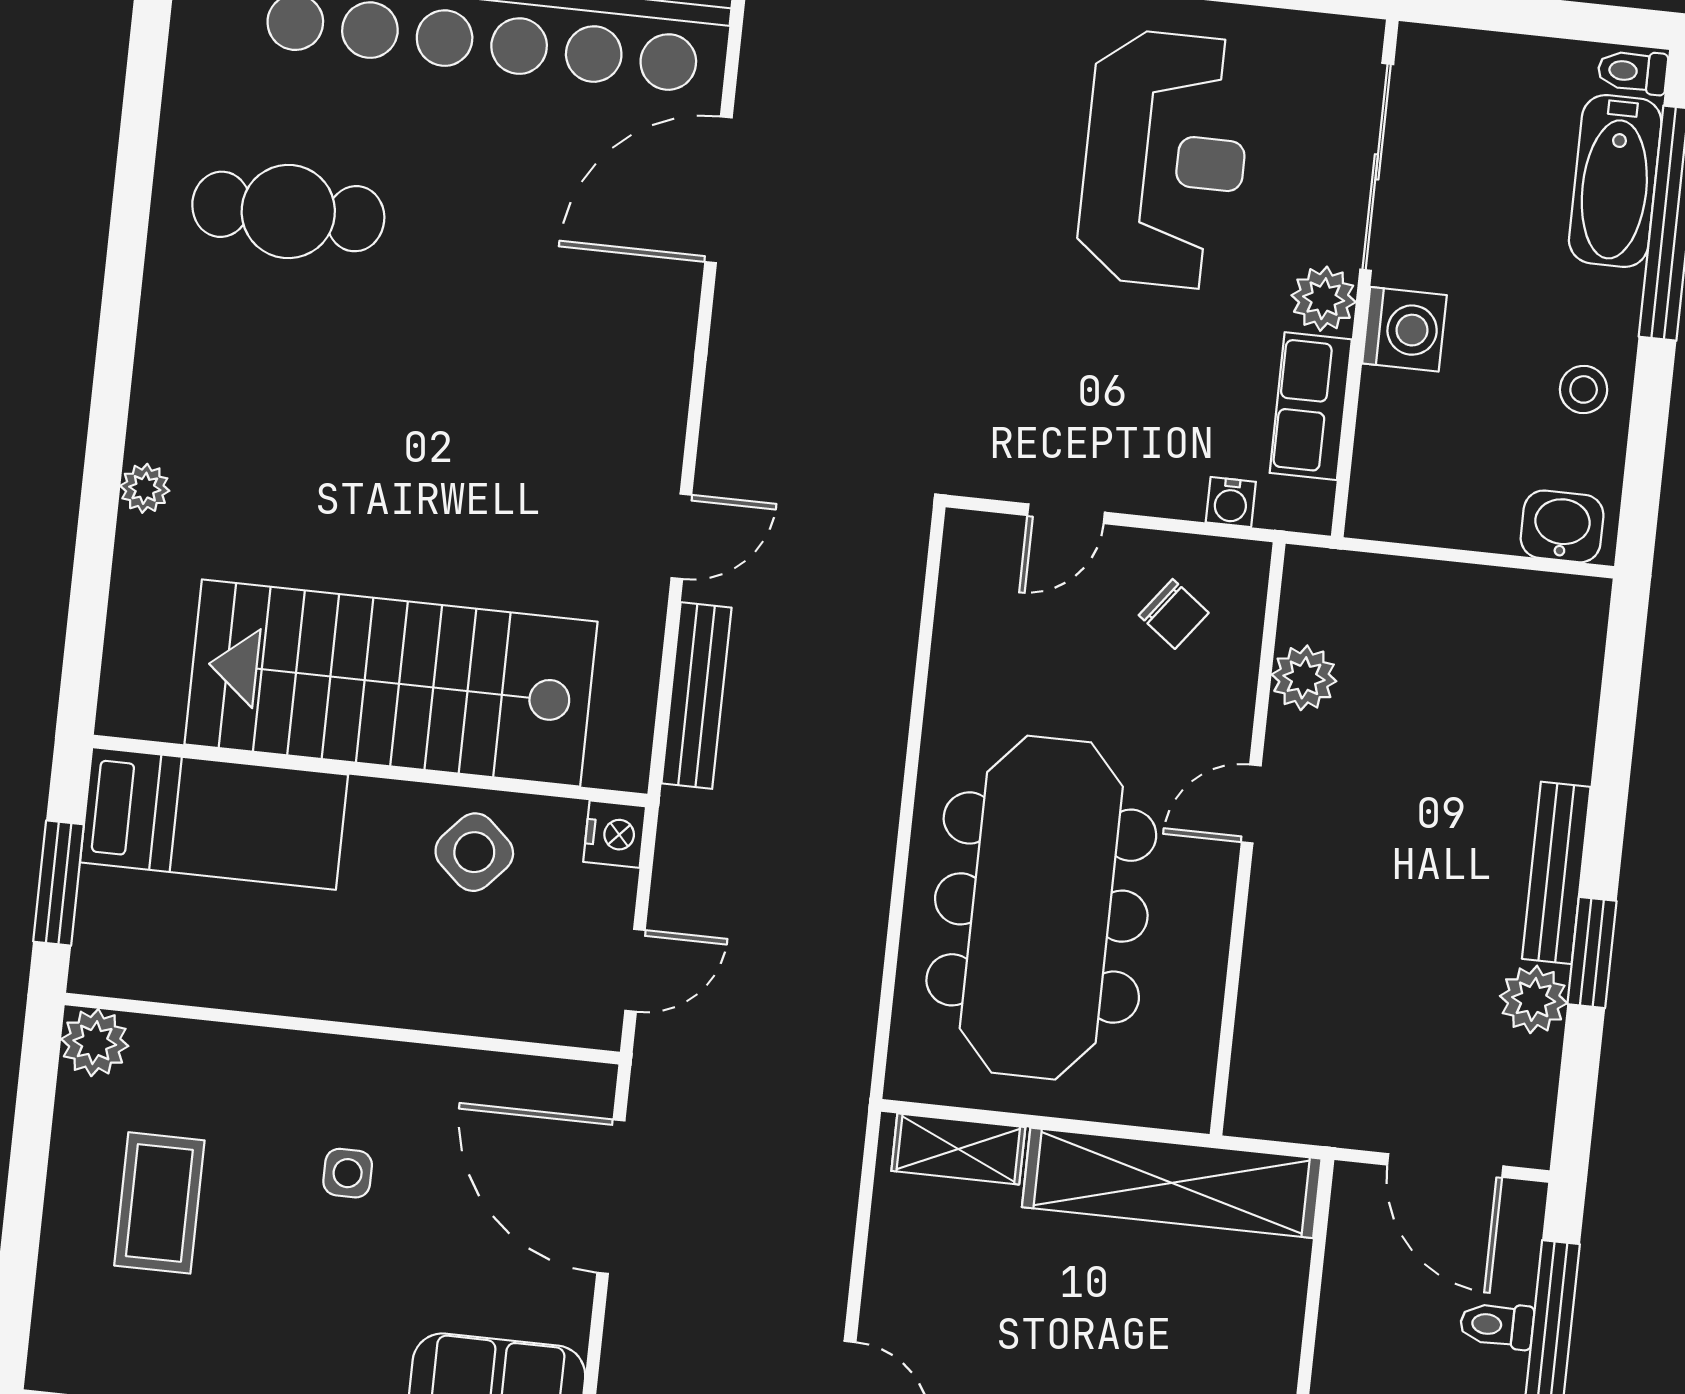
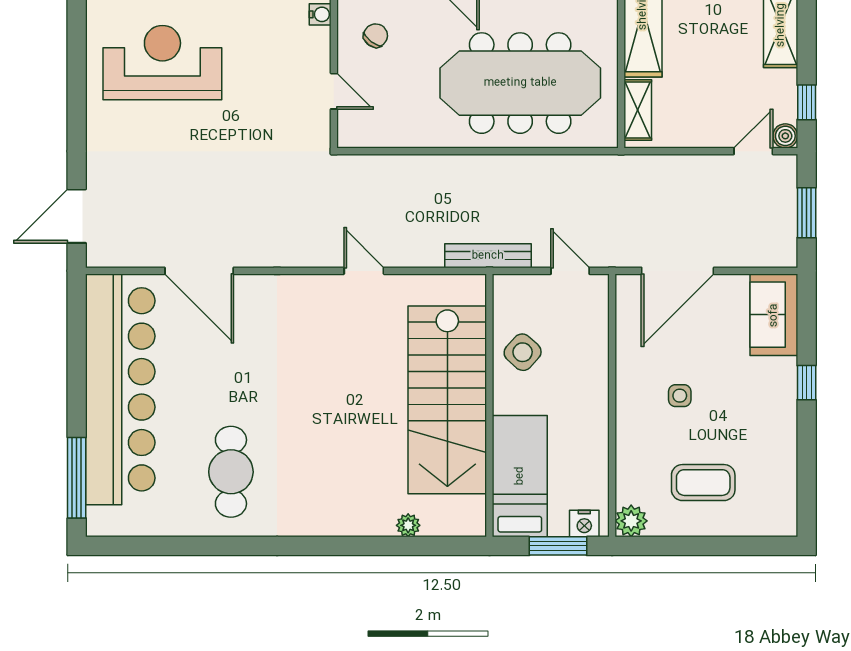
plant: (145, 488) -> (408, 525), moved
bench: (696, 695) -> (488, 256), moved
nightstand: (615, 834) -> (584, 524), moved, turned 180

